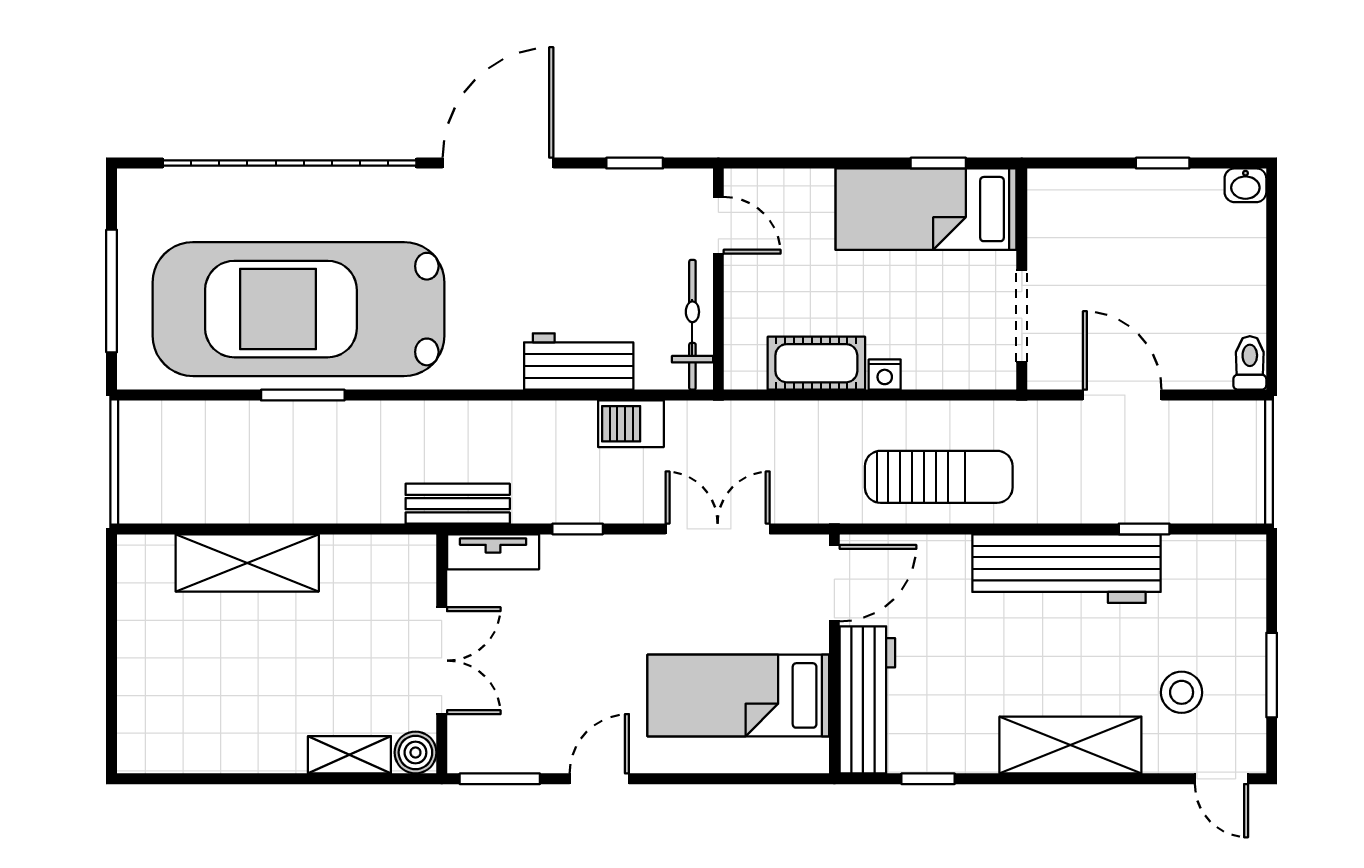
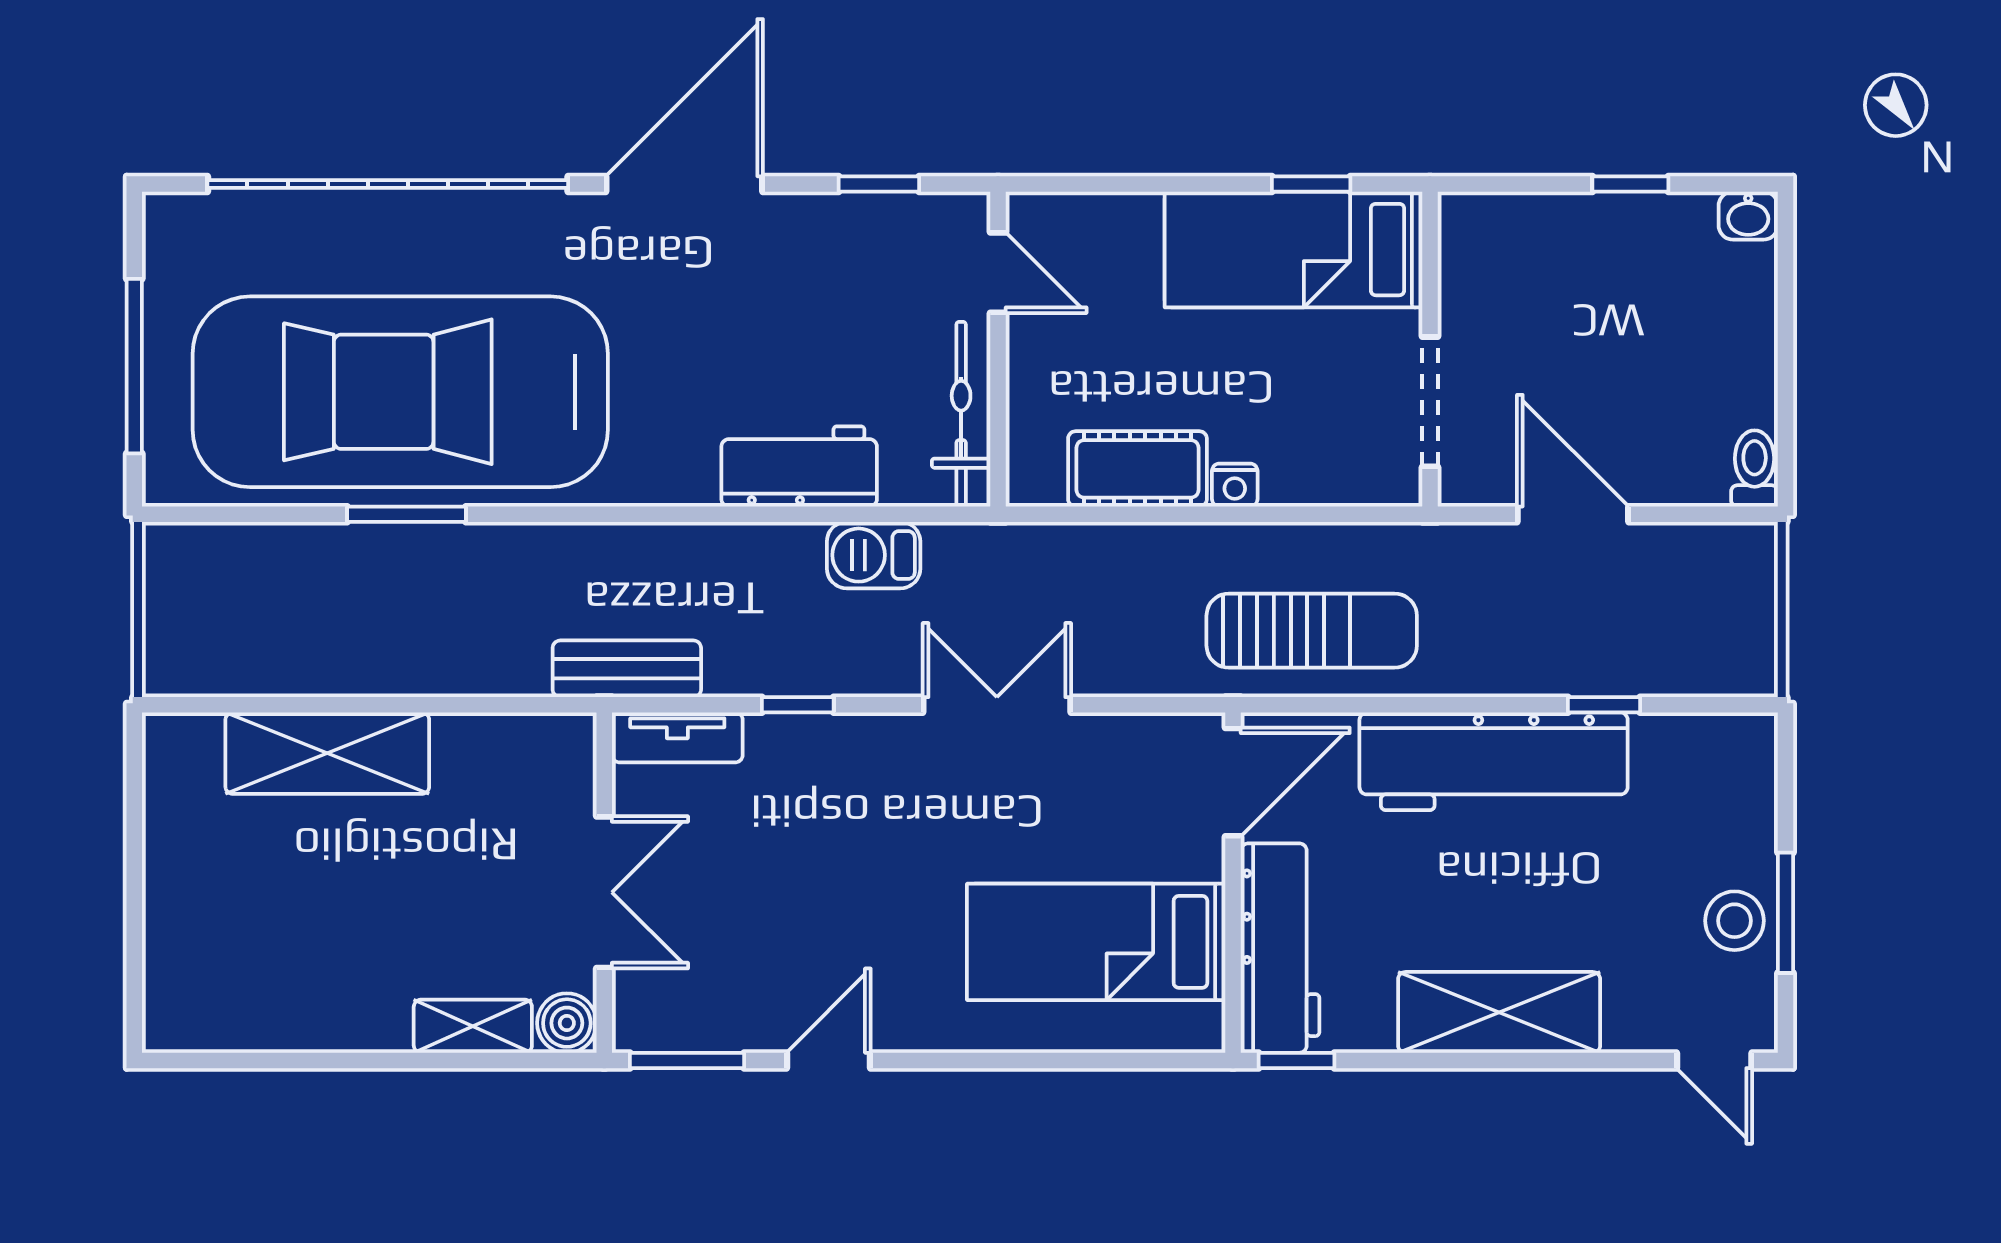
door: (834, 583) -> (1233, 782), moved
wall: (834, 654) -> (1233, 883), moved
stool: (1182, 692) -> (1735, 921), moved
bed: (738, 695) -> (1096, 942), moved
workbench: (867, 700) -> (1280, 948), moved

